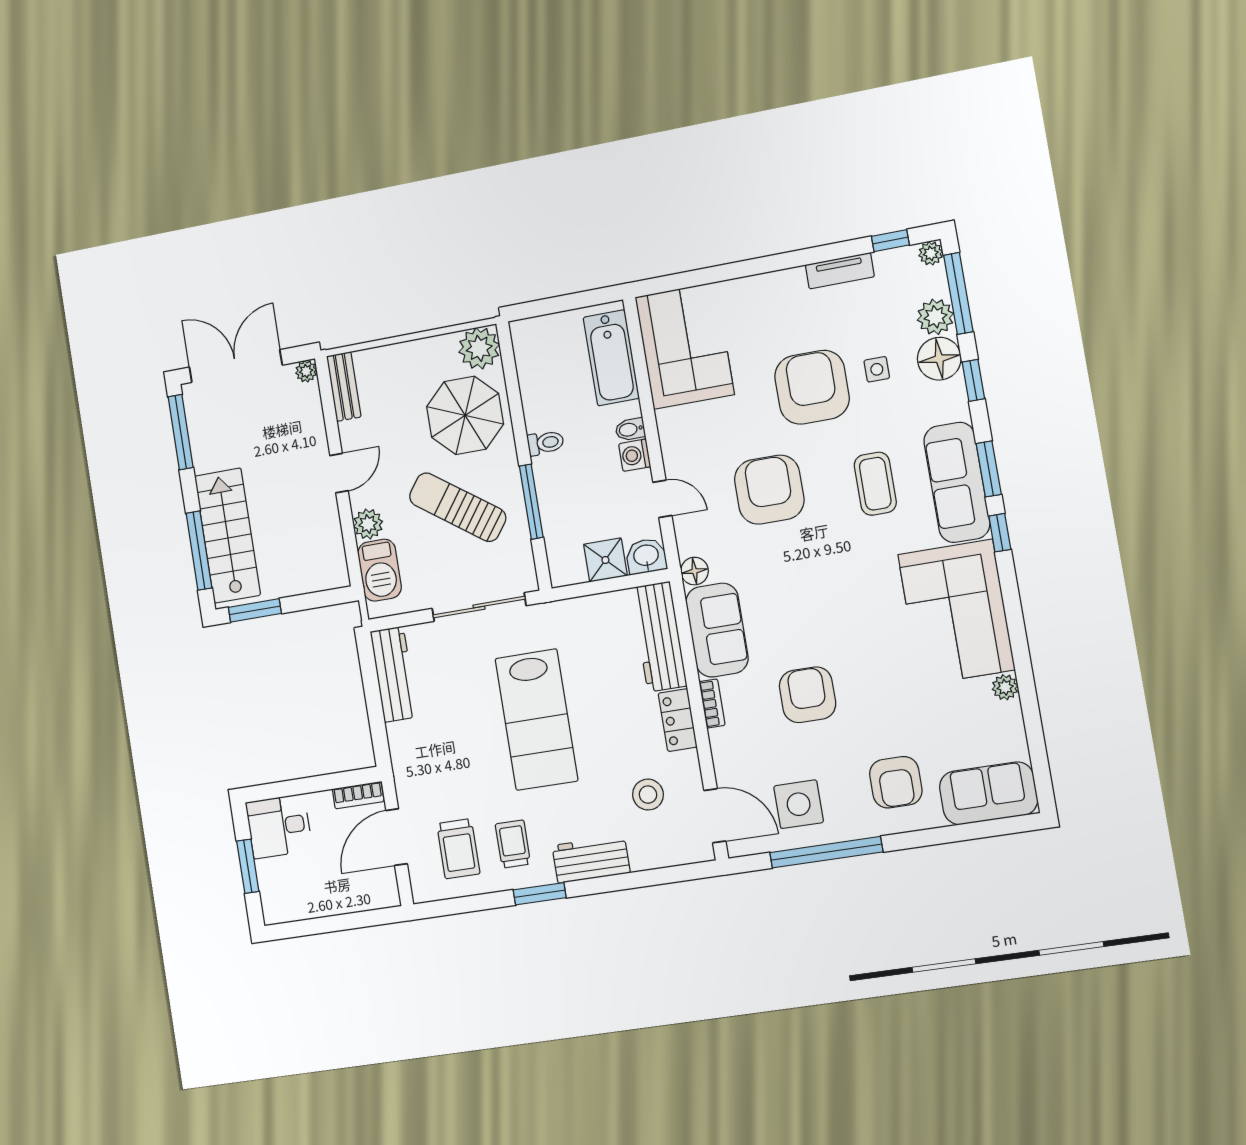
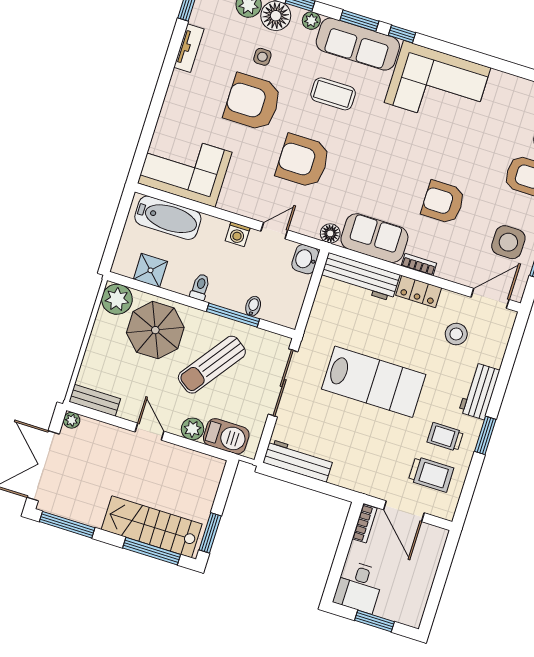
bidet: (630, 429) -> (253, 306), moved, turned 180
shower: (605, 560) -> (150, 270), moved
plant: (1005, 687) -> (311, 21), moved

